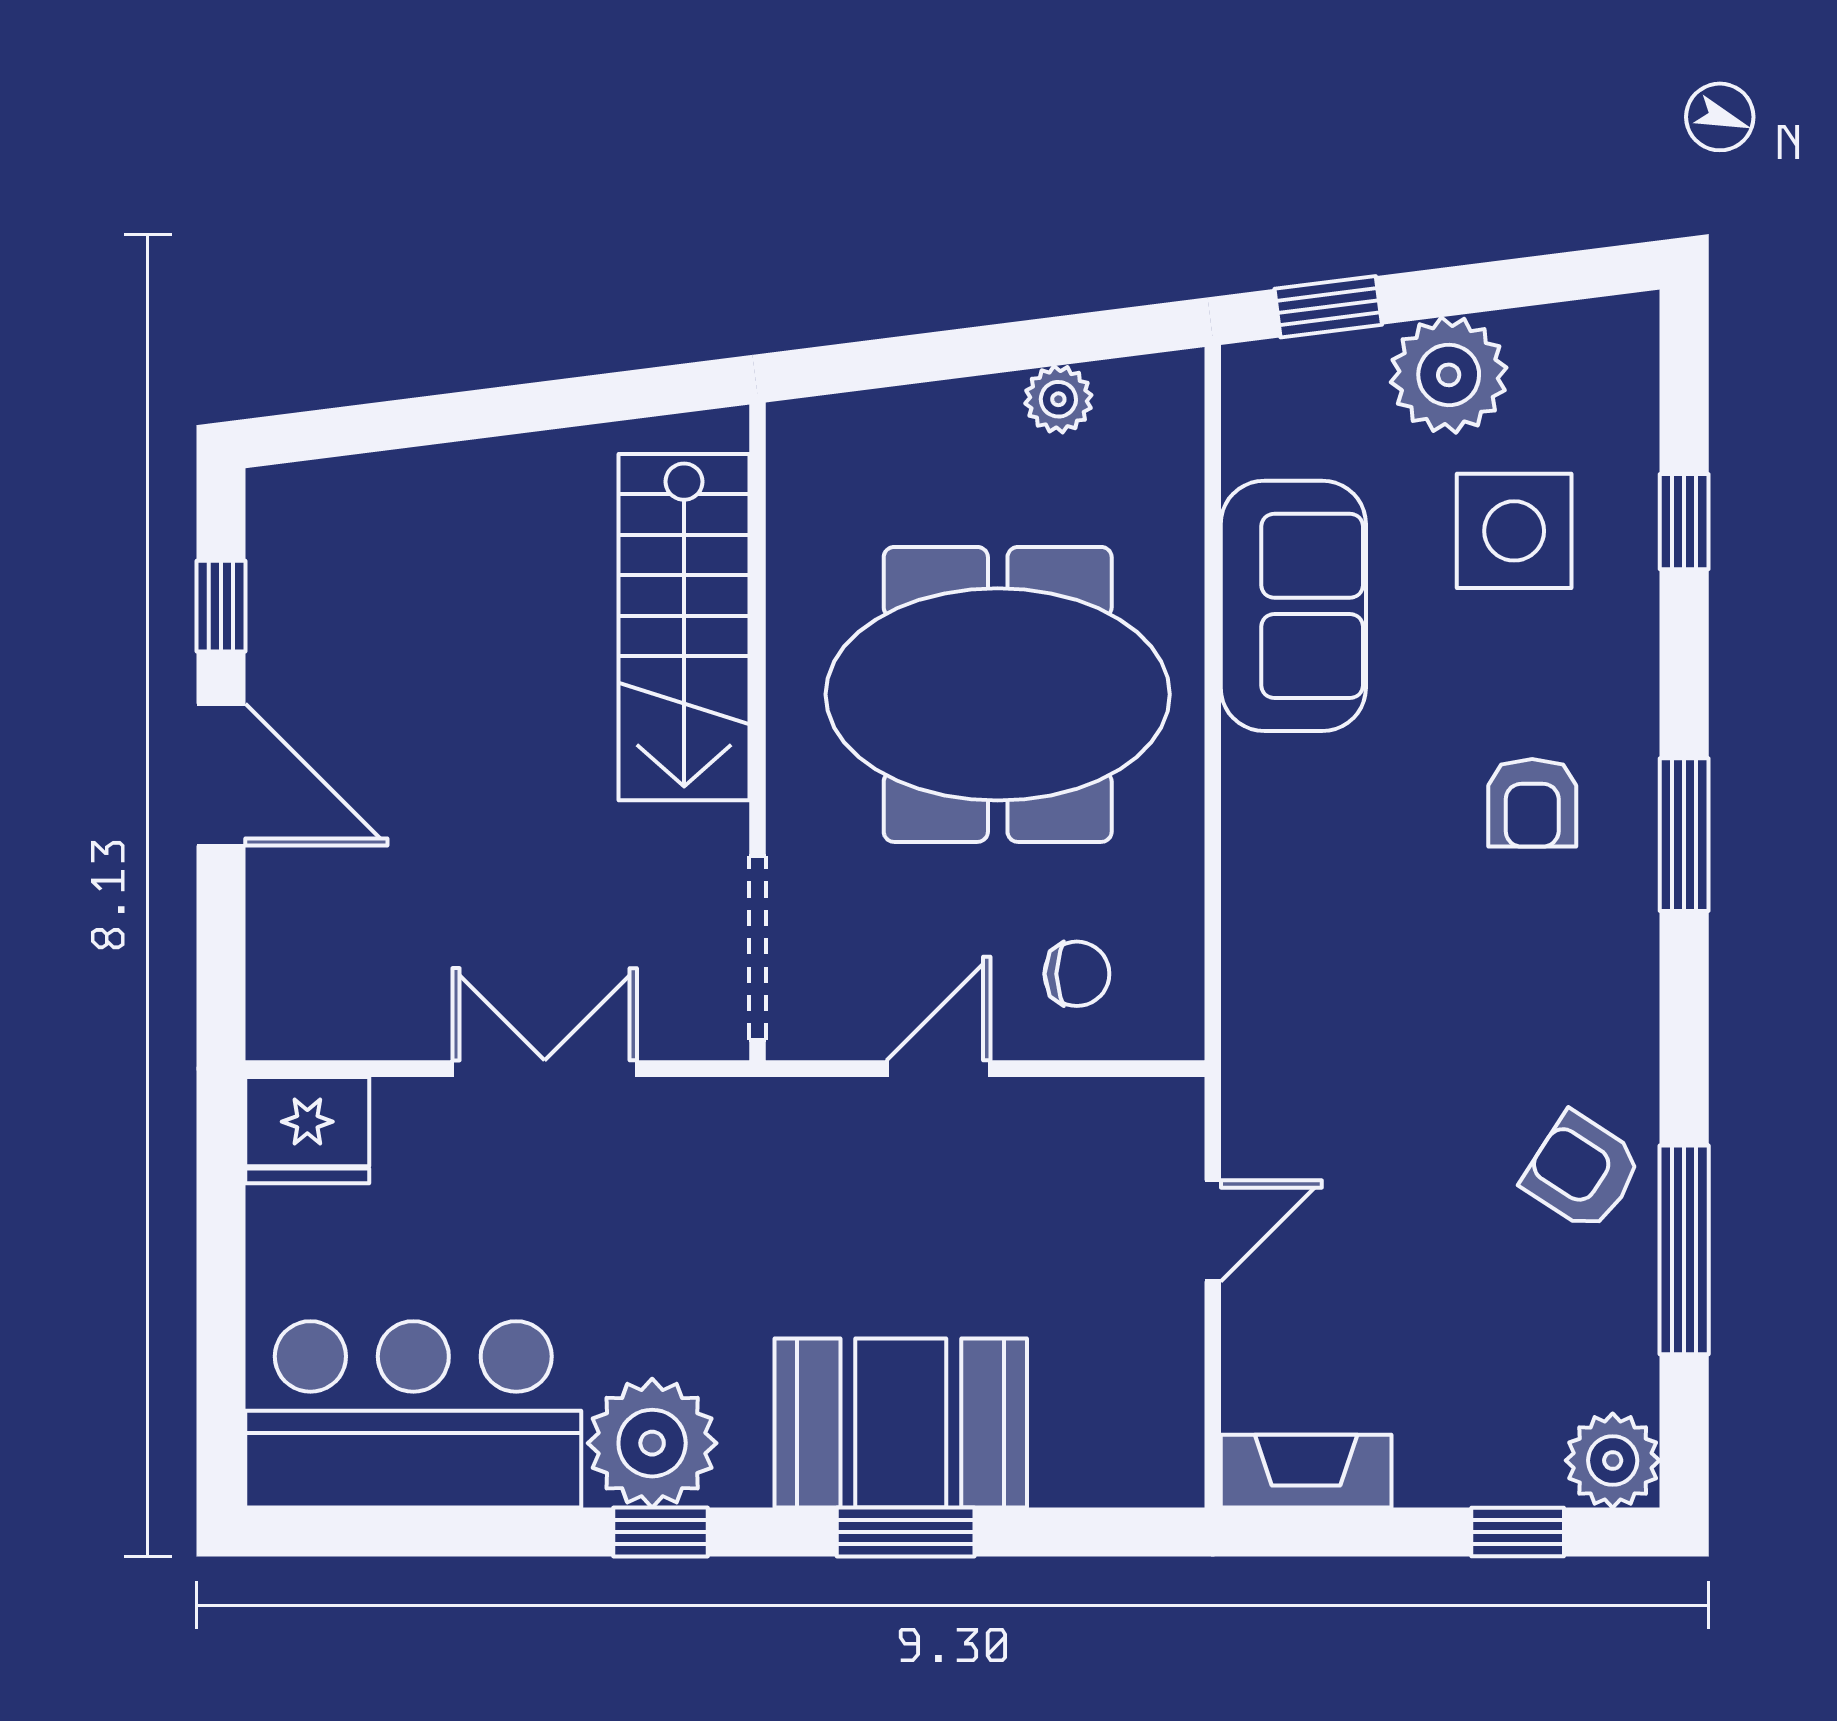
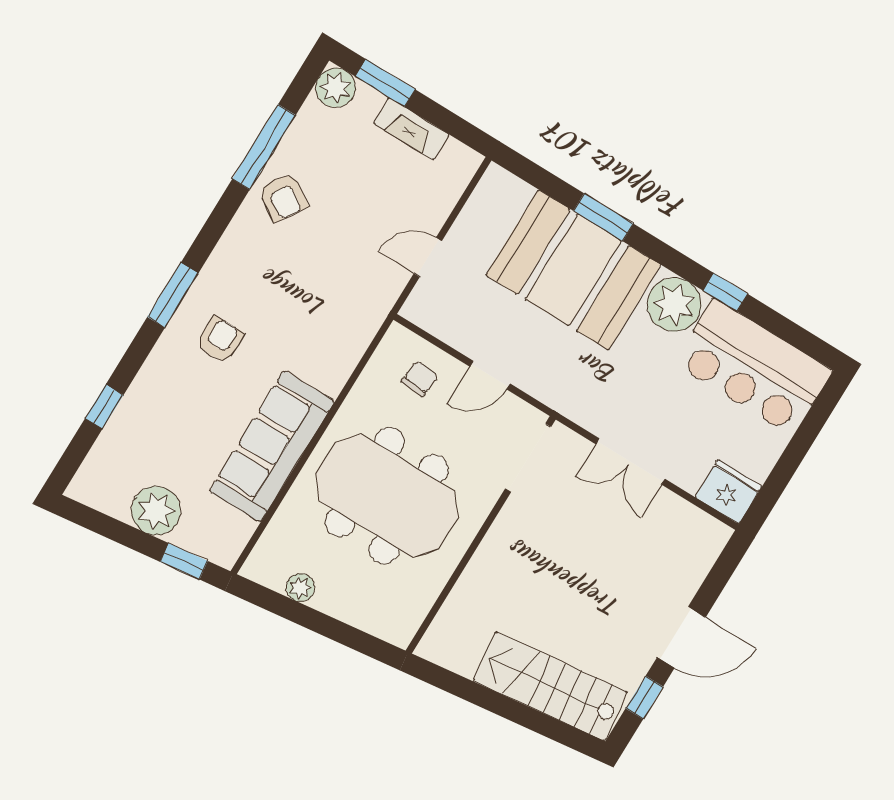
side table: (1514, 531) -> (167, 441), removed
sofa: (1293, 606) -> (272, 446), width x1.36
stairs: (684, 627) -> (550, 686), moved, turned -97
door: (221, 775) -> (681, 637), swing flipped
chair: (1077, 974) -> (420, 379), turned 96
booth: (901, 1423) -> (573, 270), width x1.36, depth x1.42
fireplace: (1306, 1471) -> (411, 129), moved
window: (661, 1532) -> (725, 292), moved
window: (1518, 1532) -> (385, 83), width x1.50

